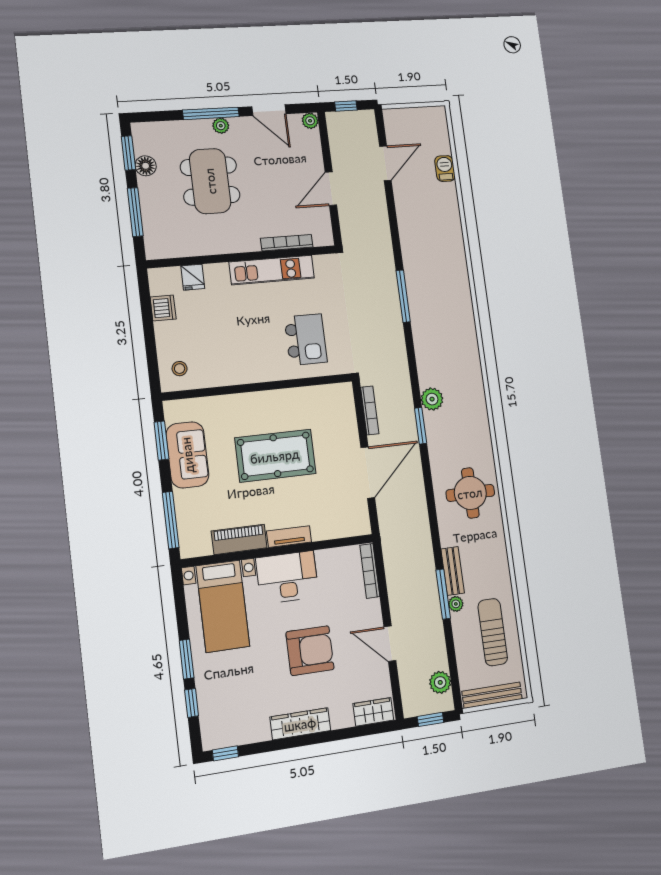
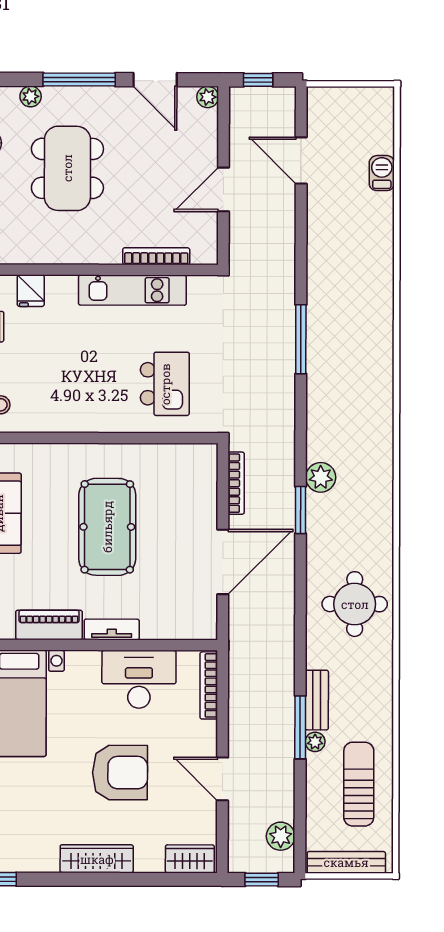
plant: (221, 126) -> (31, 96), moved
door: (385, 163) -> (301, 160), swing flipped
pool table: (275, 456) -> (107, 527), turned 90
desk: (287, 577) -> (139, 679), moved

